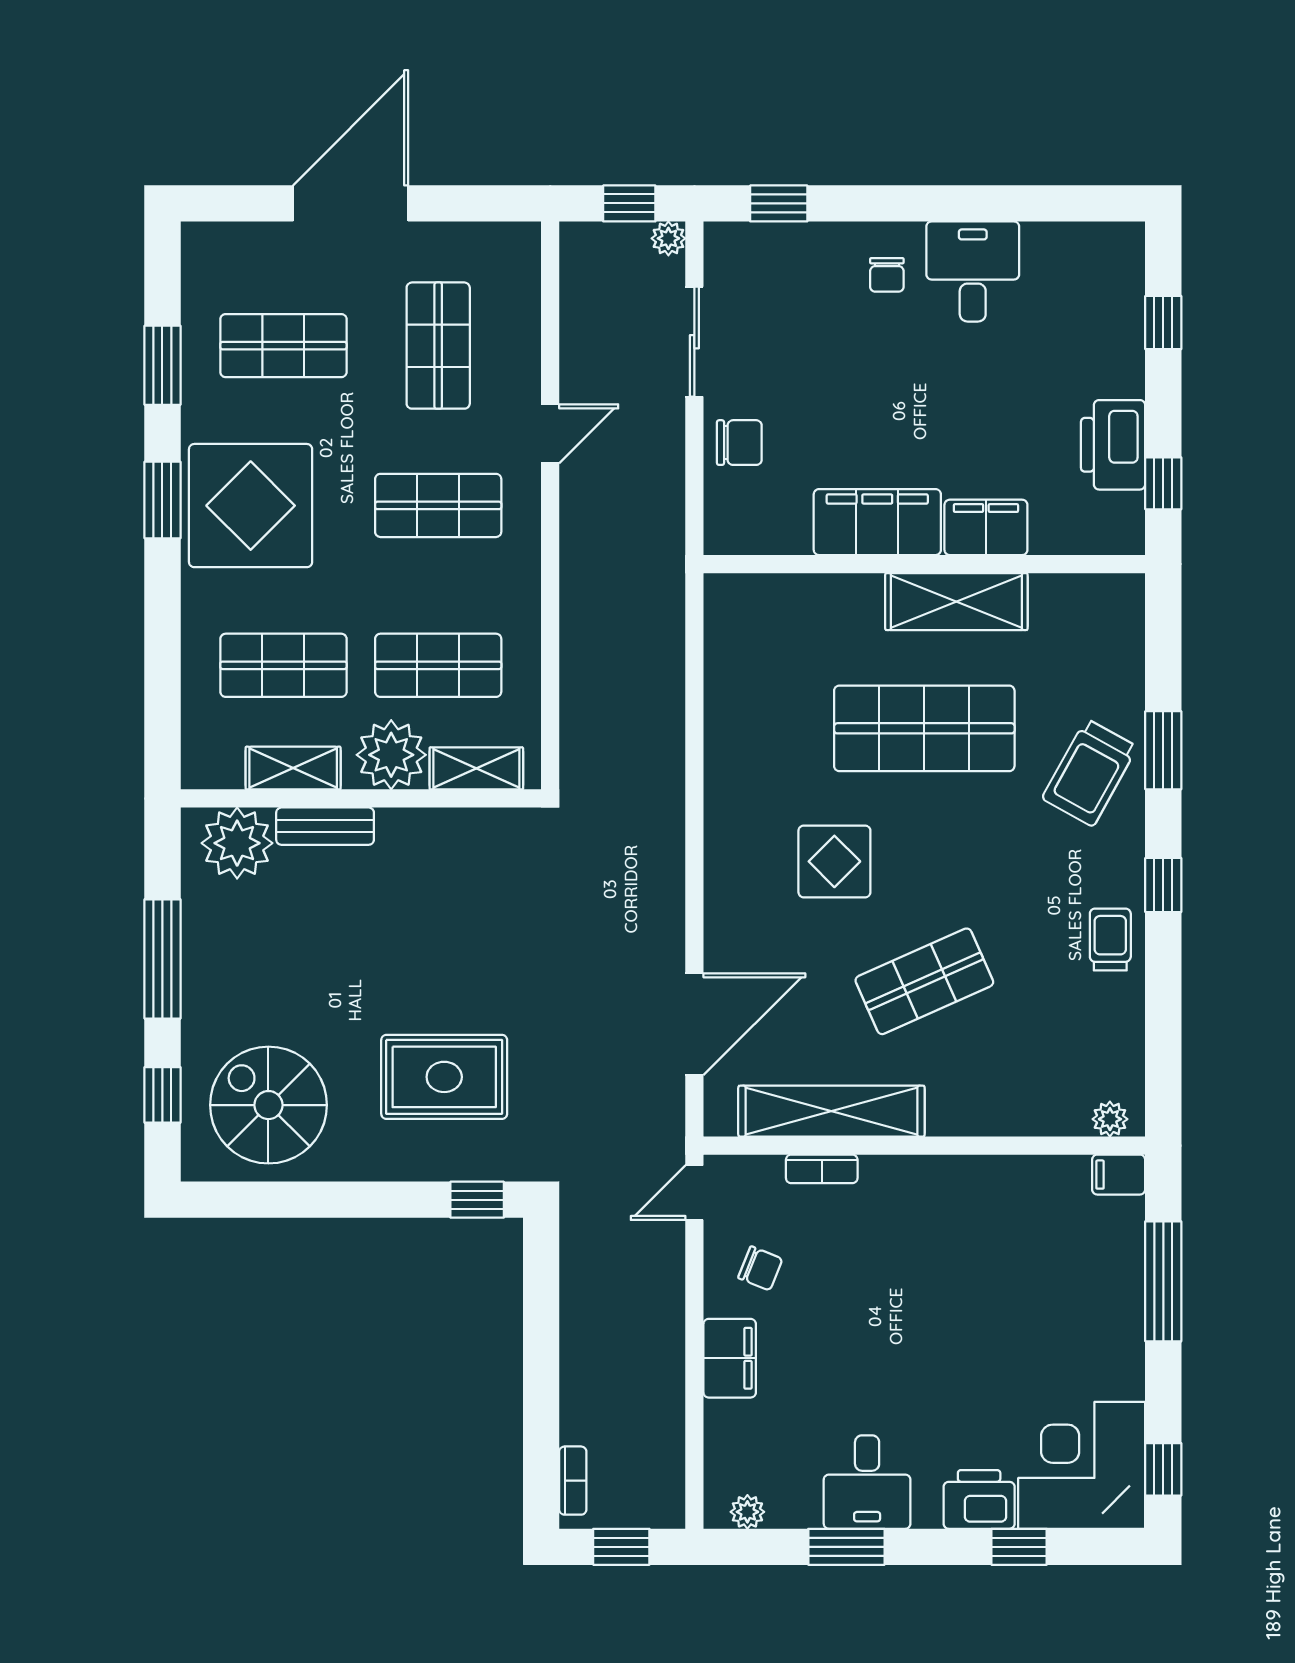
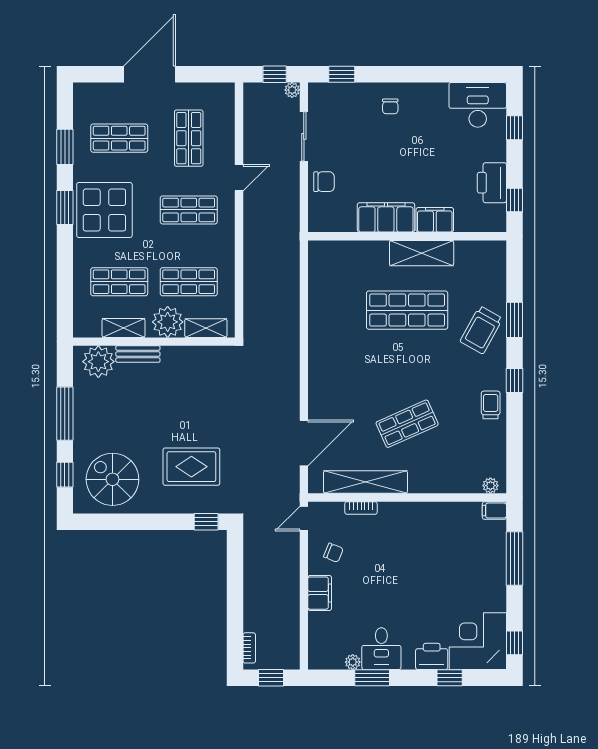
desk: (973, 272) -> (478, 105), moved, width x1.37
display table: (834, 861) -> (367, 370), removed
plant: (747, 1512) -> (353, 662), moved

